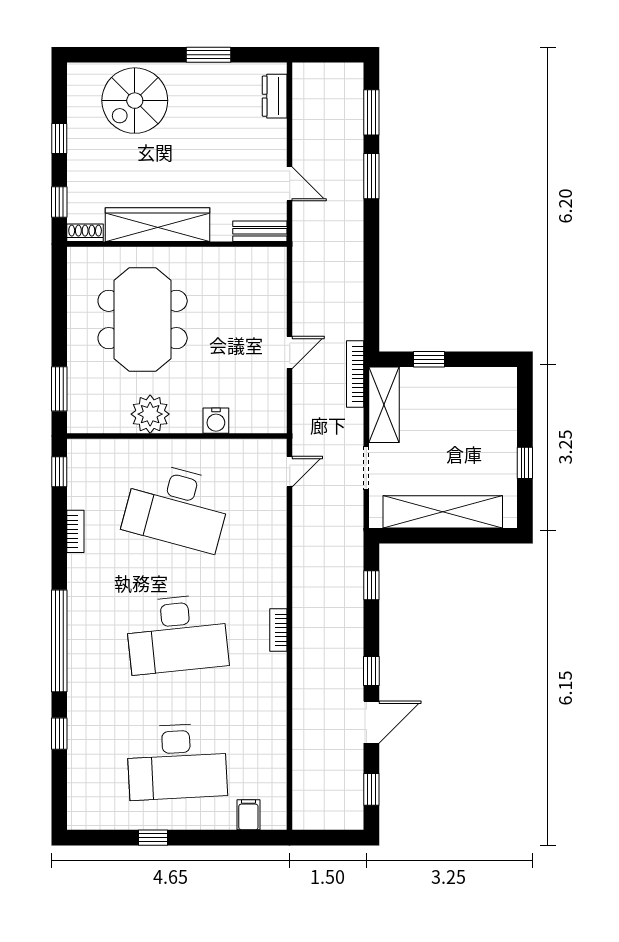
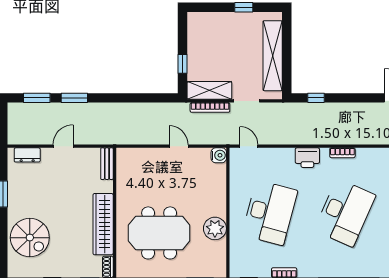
door: (290, 184) -> (63, 146), moved
bookcase: (355, 374) -> (210, 107), moved
water cooler: (216, 421) -> (219, 155), moved
printer: (270, 571) -> (307, 158), added
desk: (177, 634) -> (345, 213), turned 30
window: (371, 671) -> (367, 98), removed

